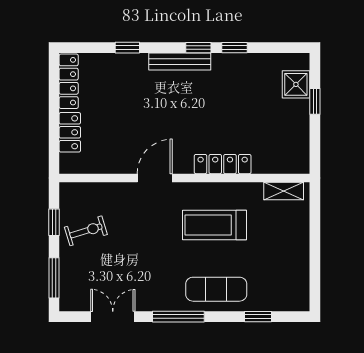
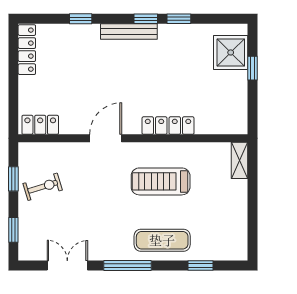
shower: (296, 84) -> (231, 52), width x1.36, depth x1.36
locker: (70, 132) -> (40, 125), moved, turned -90
shelving: (284, 191) -> (240, 160), moved, turned 90
window: (54, 278) -> (13, 230), width x0.67

